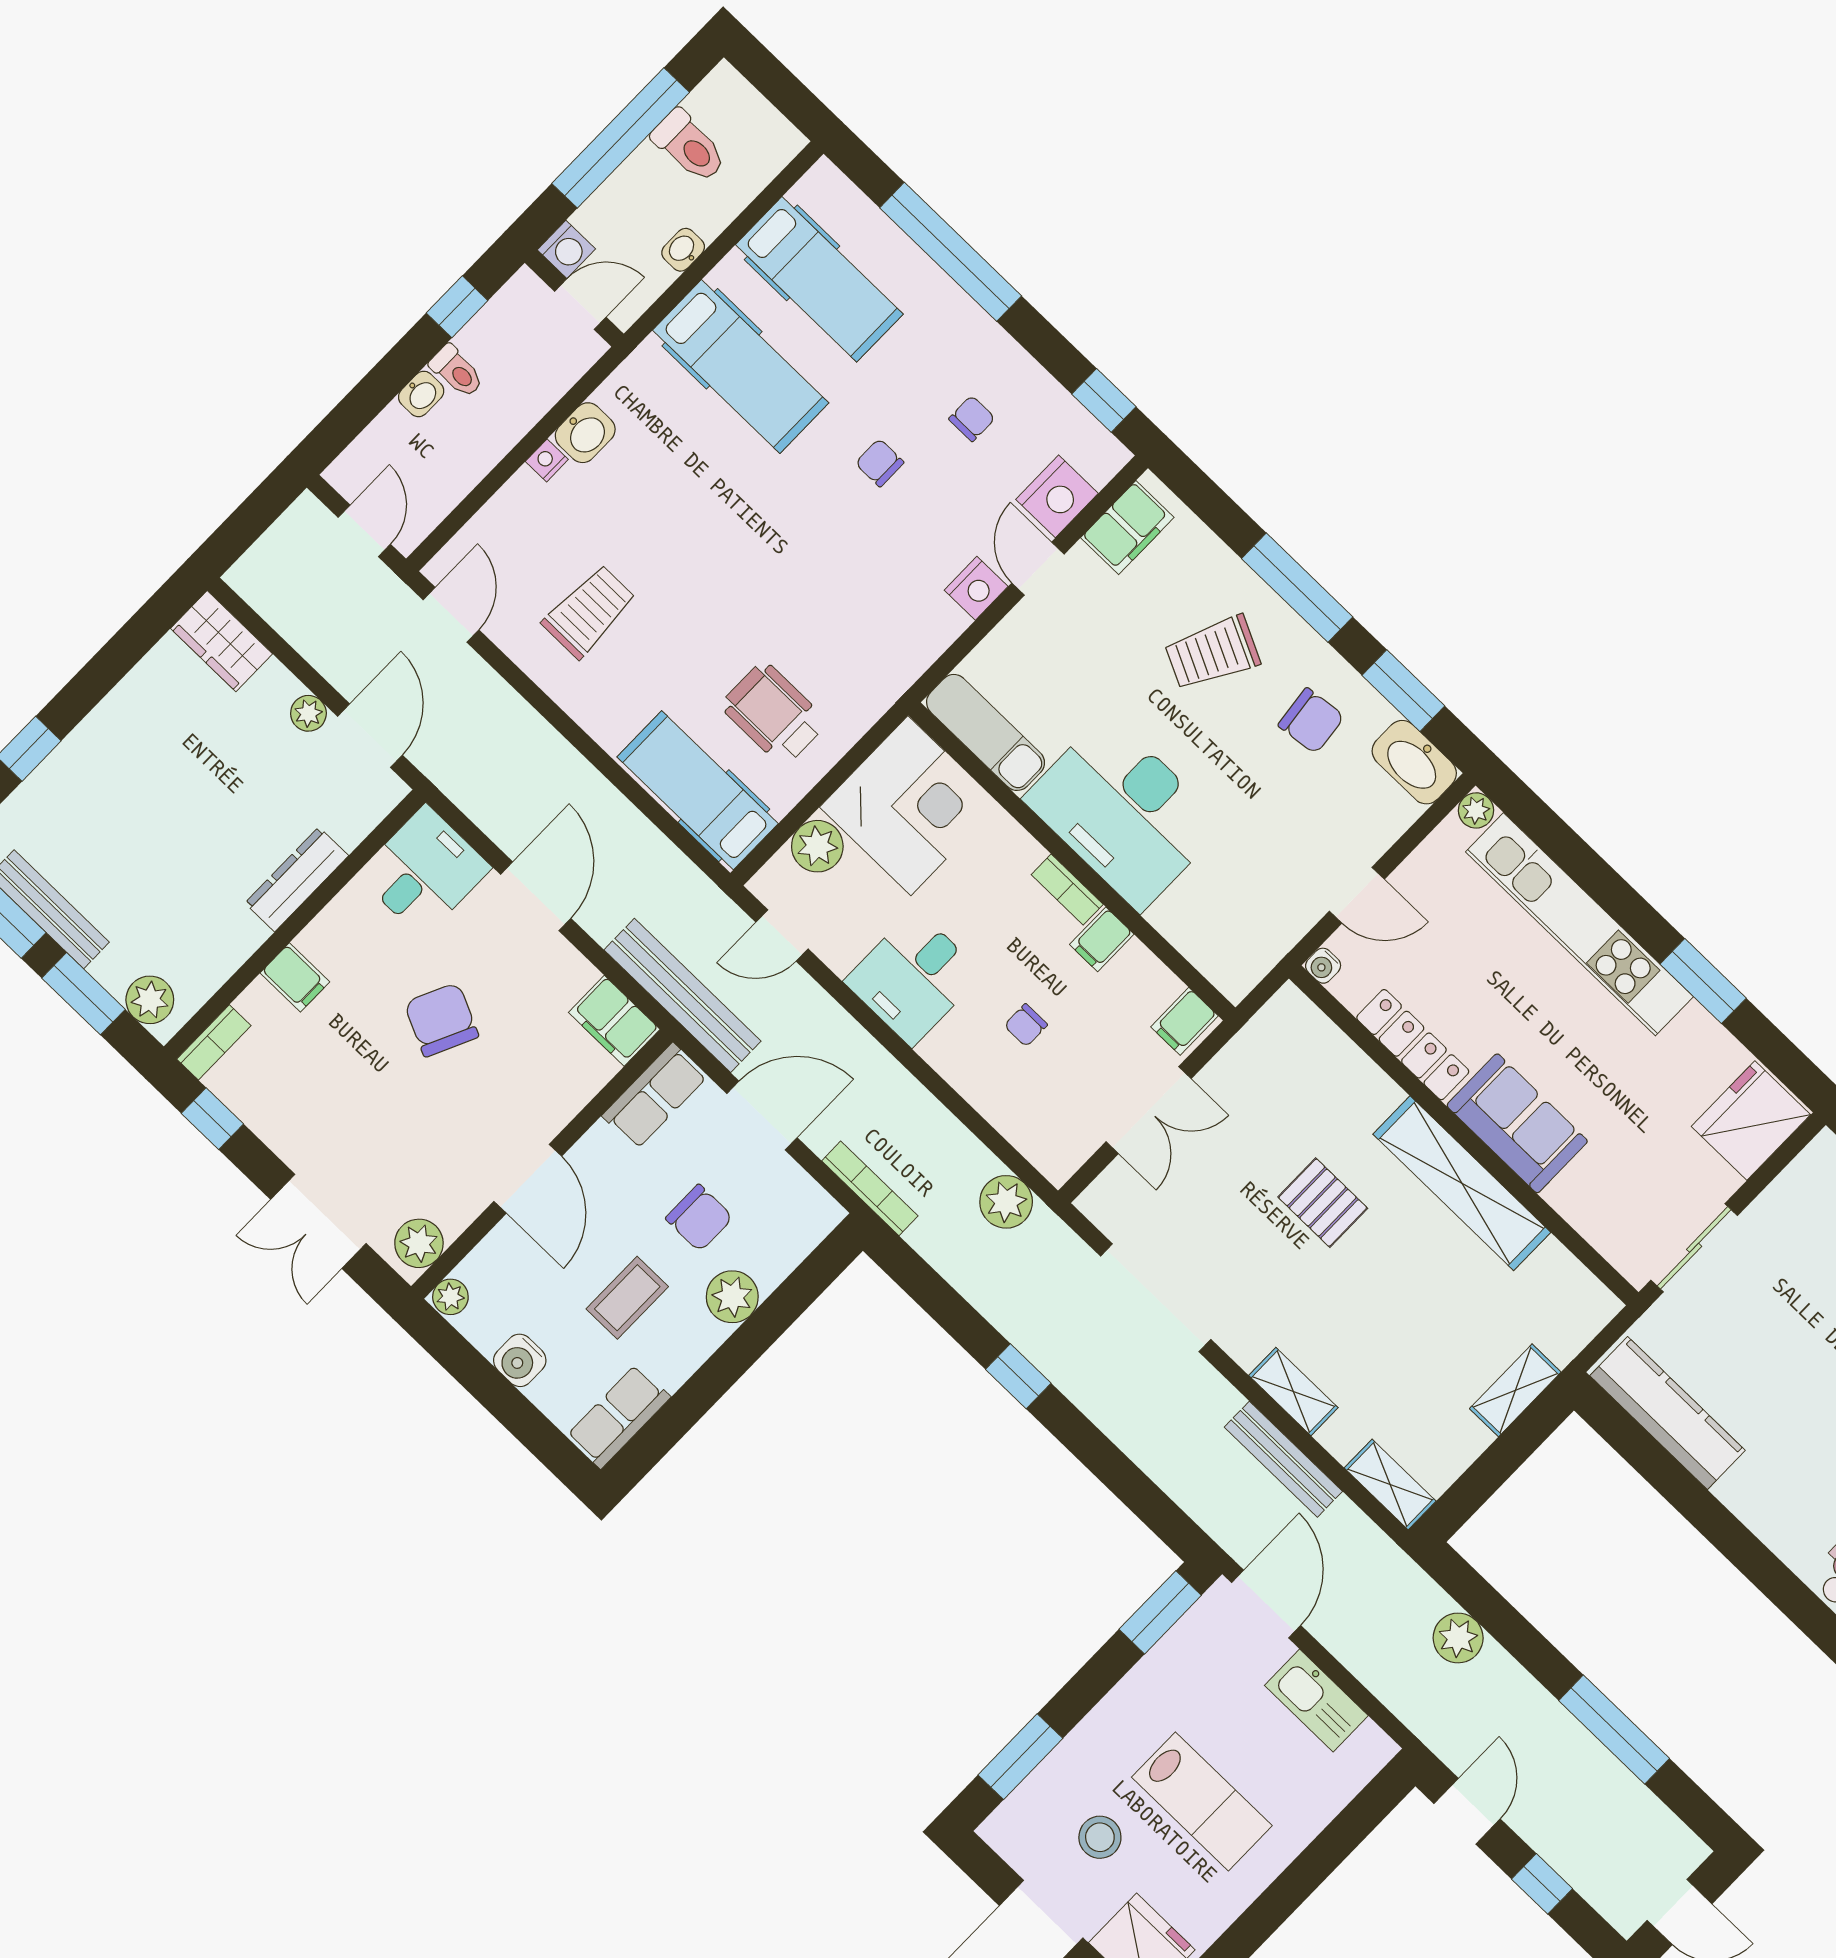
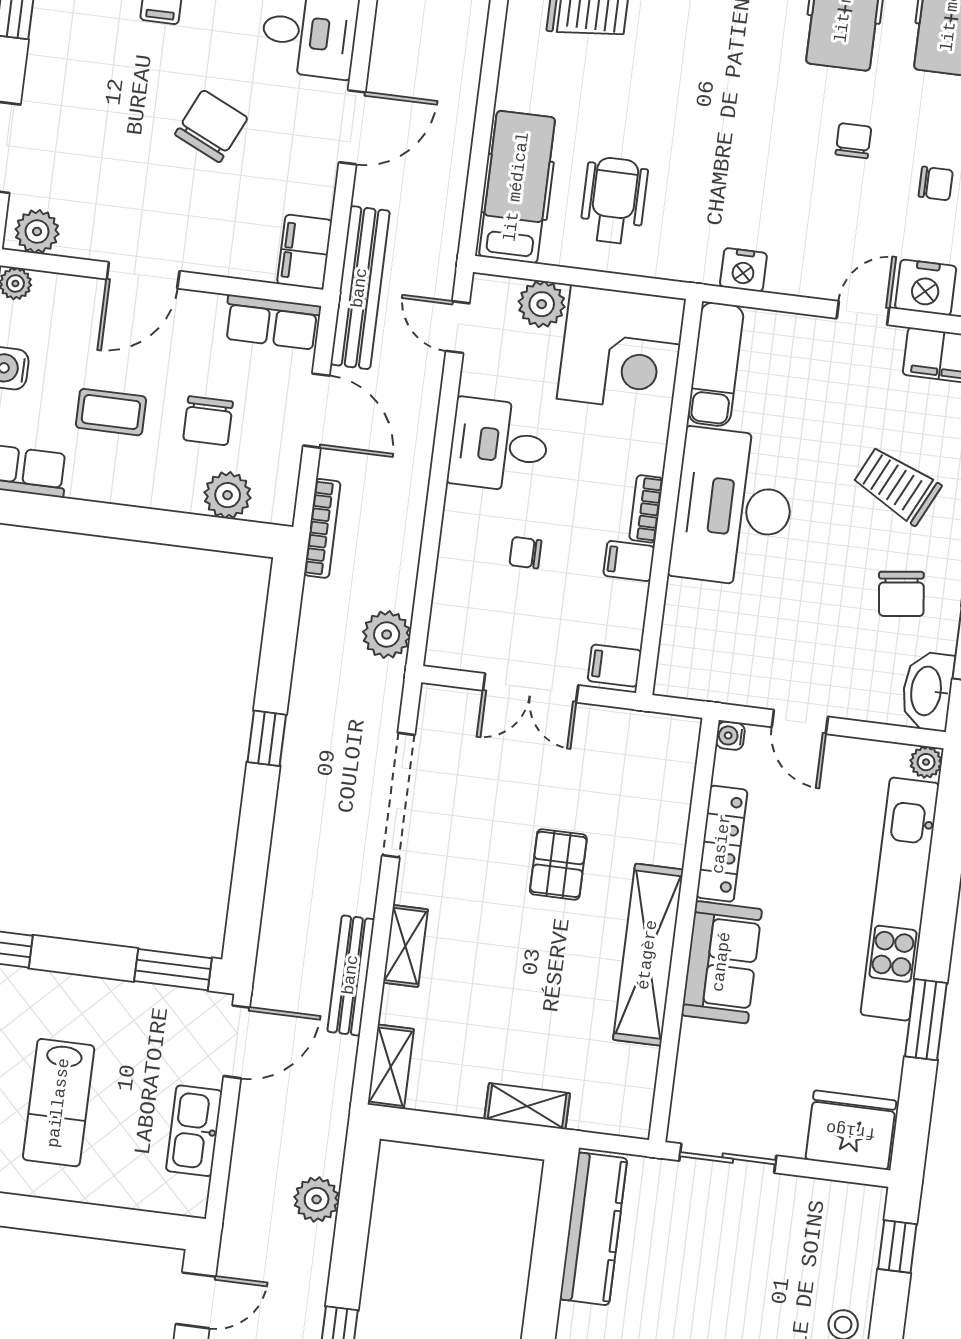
nightstand: (976, 588) -> (743, 270), moved
plant: (732, 1297) -> (228, 495), moved

